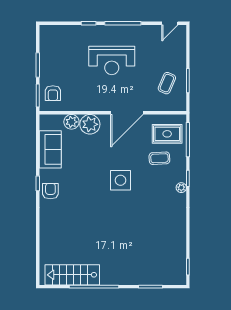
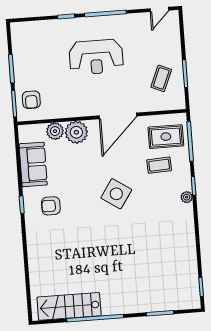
side table: (120, 180) -> (116, 194), turned 34
armchair: (50, 191) -> (51, 206), moved, turned -90

